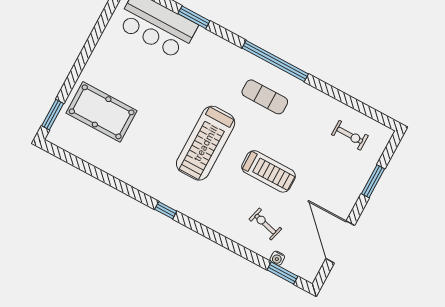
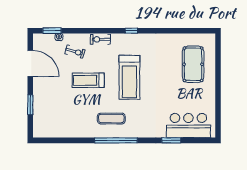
pool table: (102, 112) -> (193, 64), turned 90
window: (53, 115) -> (218, 49), removed
exercise bike: (350, 135) -> (100, 39), moved
treadmill: (206, 143) -> (129, 77), turned 180

